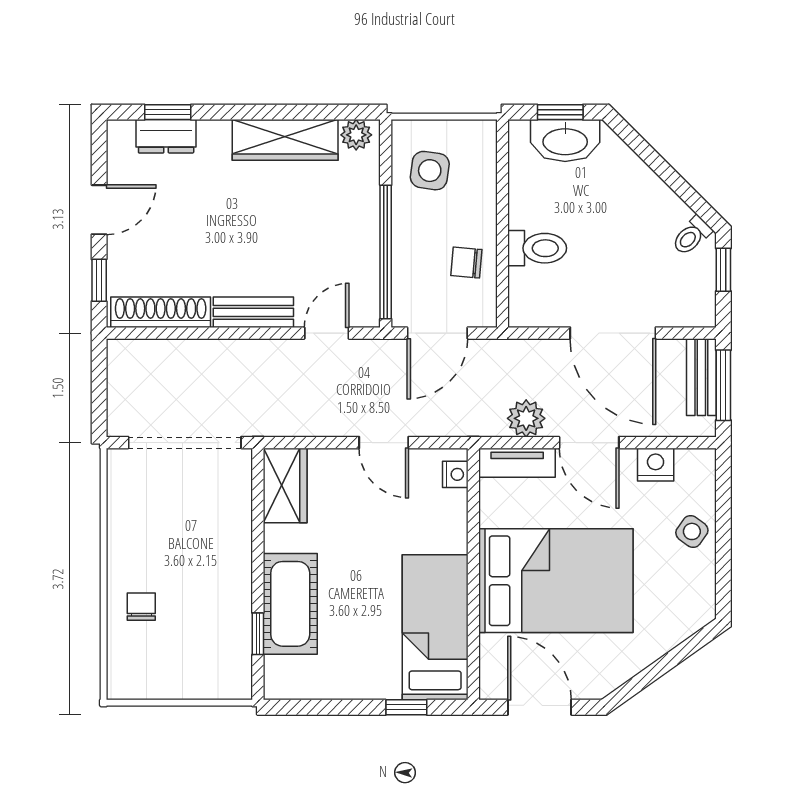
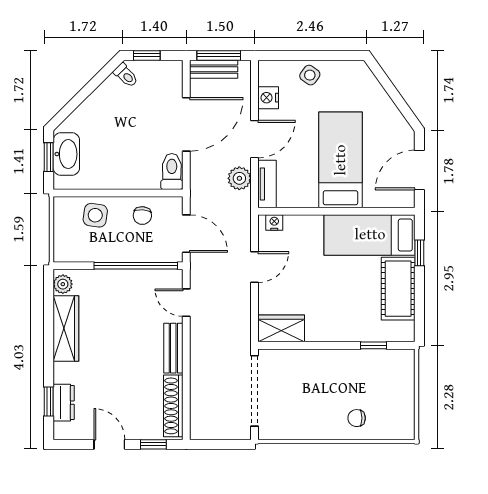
side table: (430, 171) -> (95, 215), moved
toilet: (537, 248) -> (172, 171), moved
bed: (556, 581) -> (341, 160), width x0.67
cot: (290, 604) -> (398, 289), moved, turned 90

